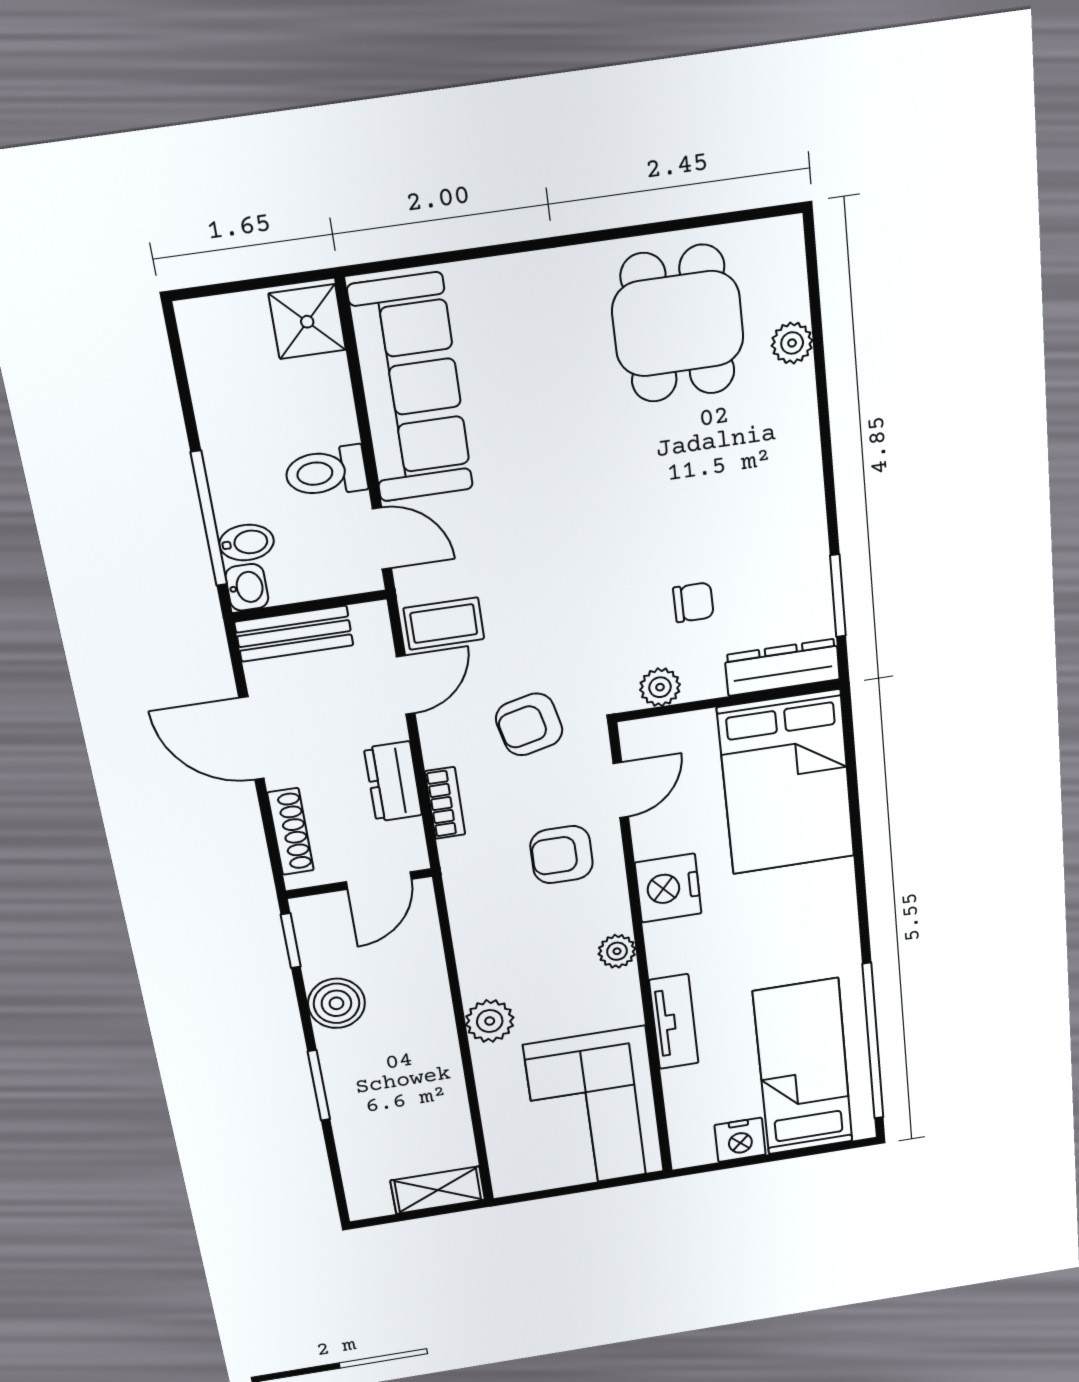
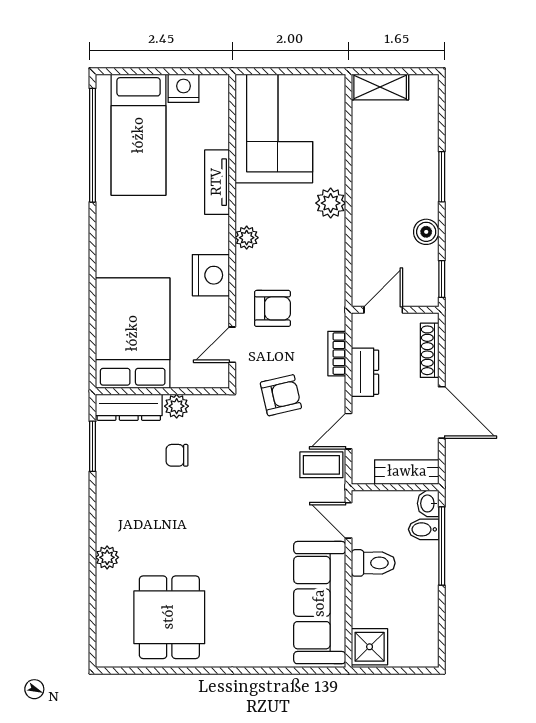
plant: (792, 343) -> (107, 557), moved
plant: (660, 687) -> (177, 406), moved
boiler: (336, 1003) -> (426, 232), width x0.73, depth x0.73

